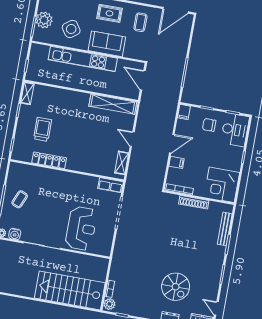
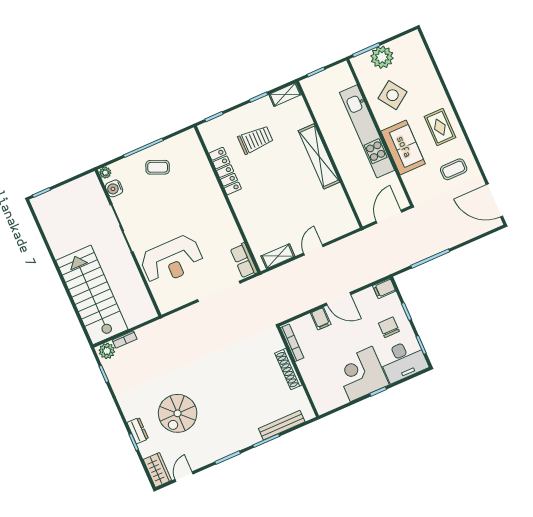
shelving: (113, 104) -> (319, 156), moved
corner desk: (222, 185) -> (361, 374), moved

